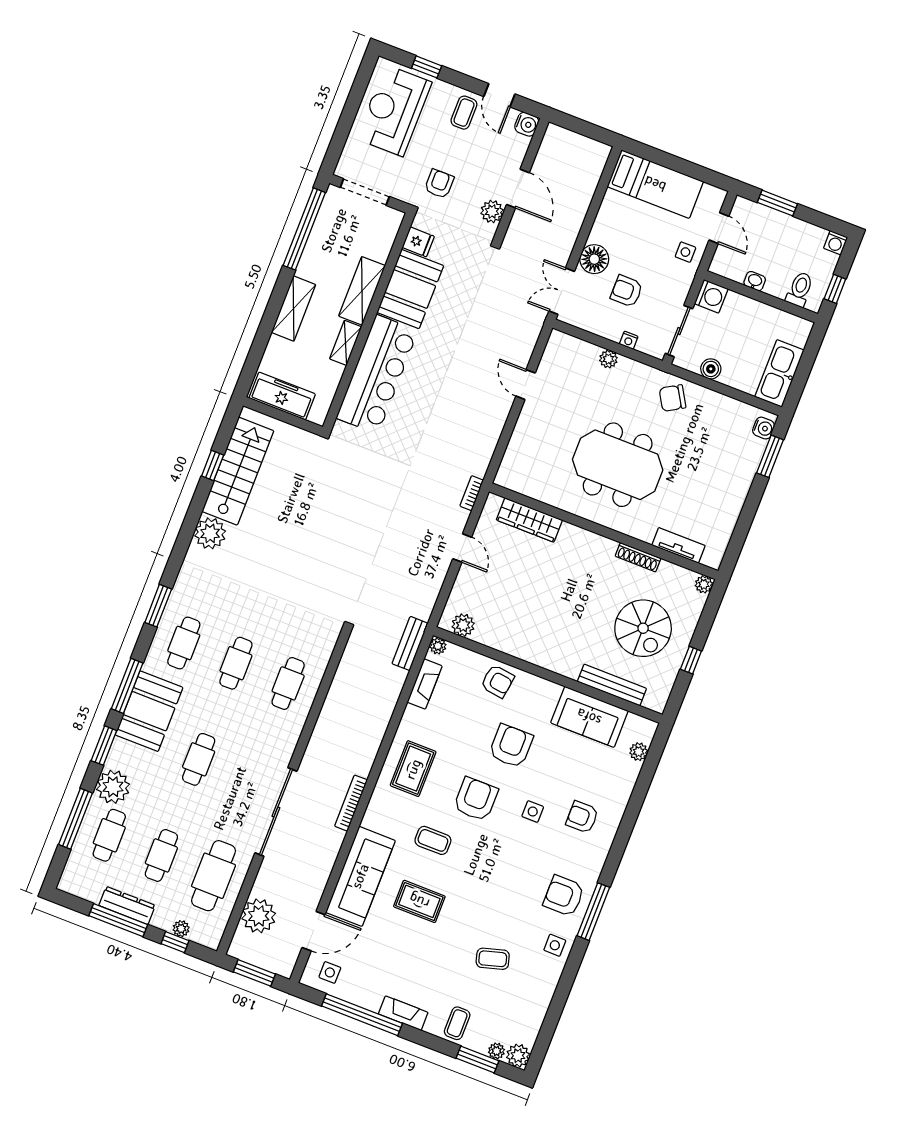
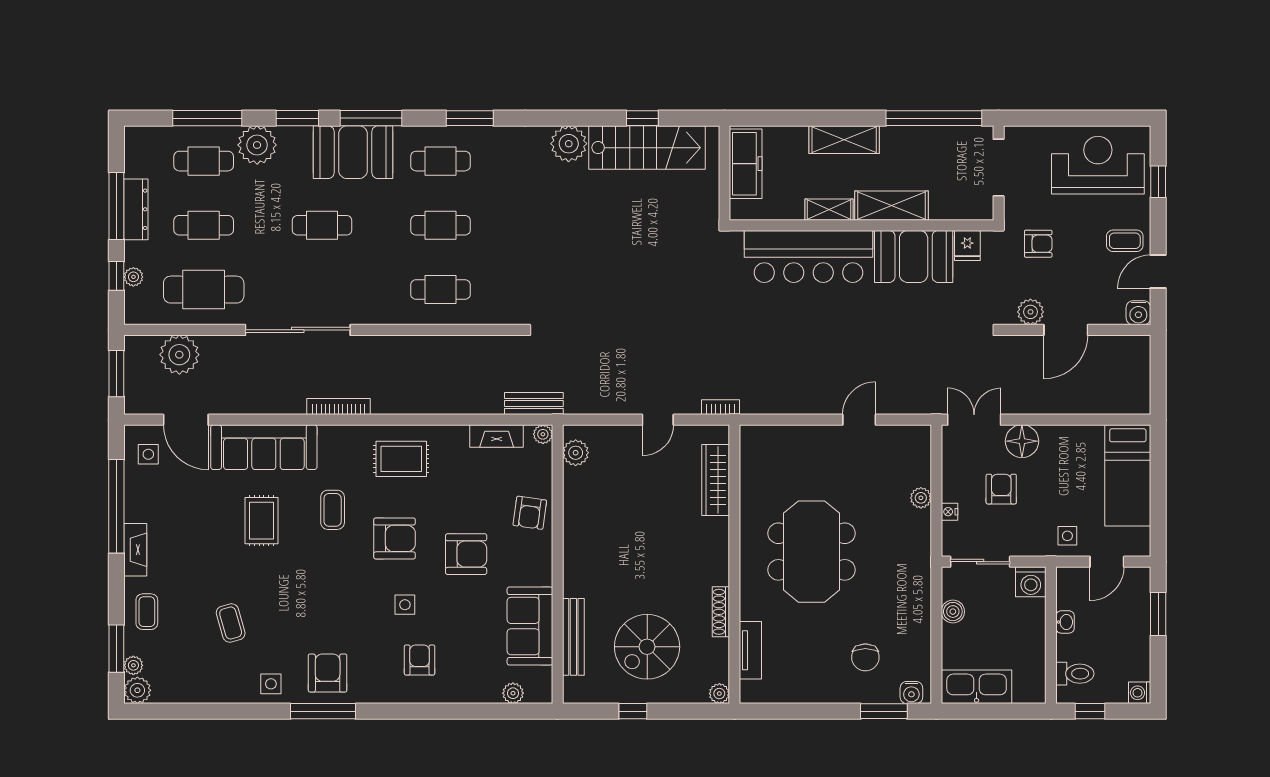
chair: (673, 398) -> (865, 657), moved, turned -149
coffee table: (457, 1023) -> (147, 612), turned 90

